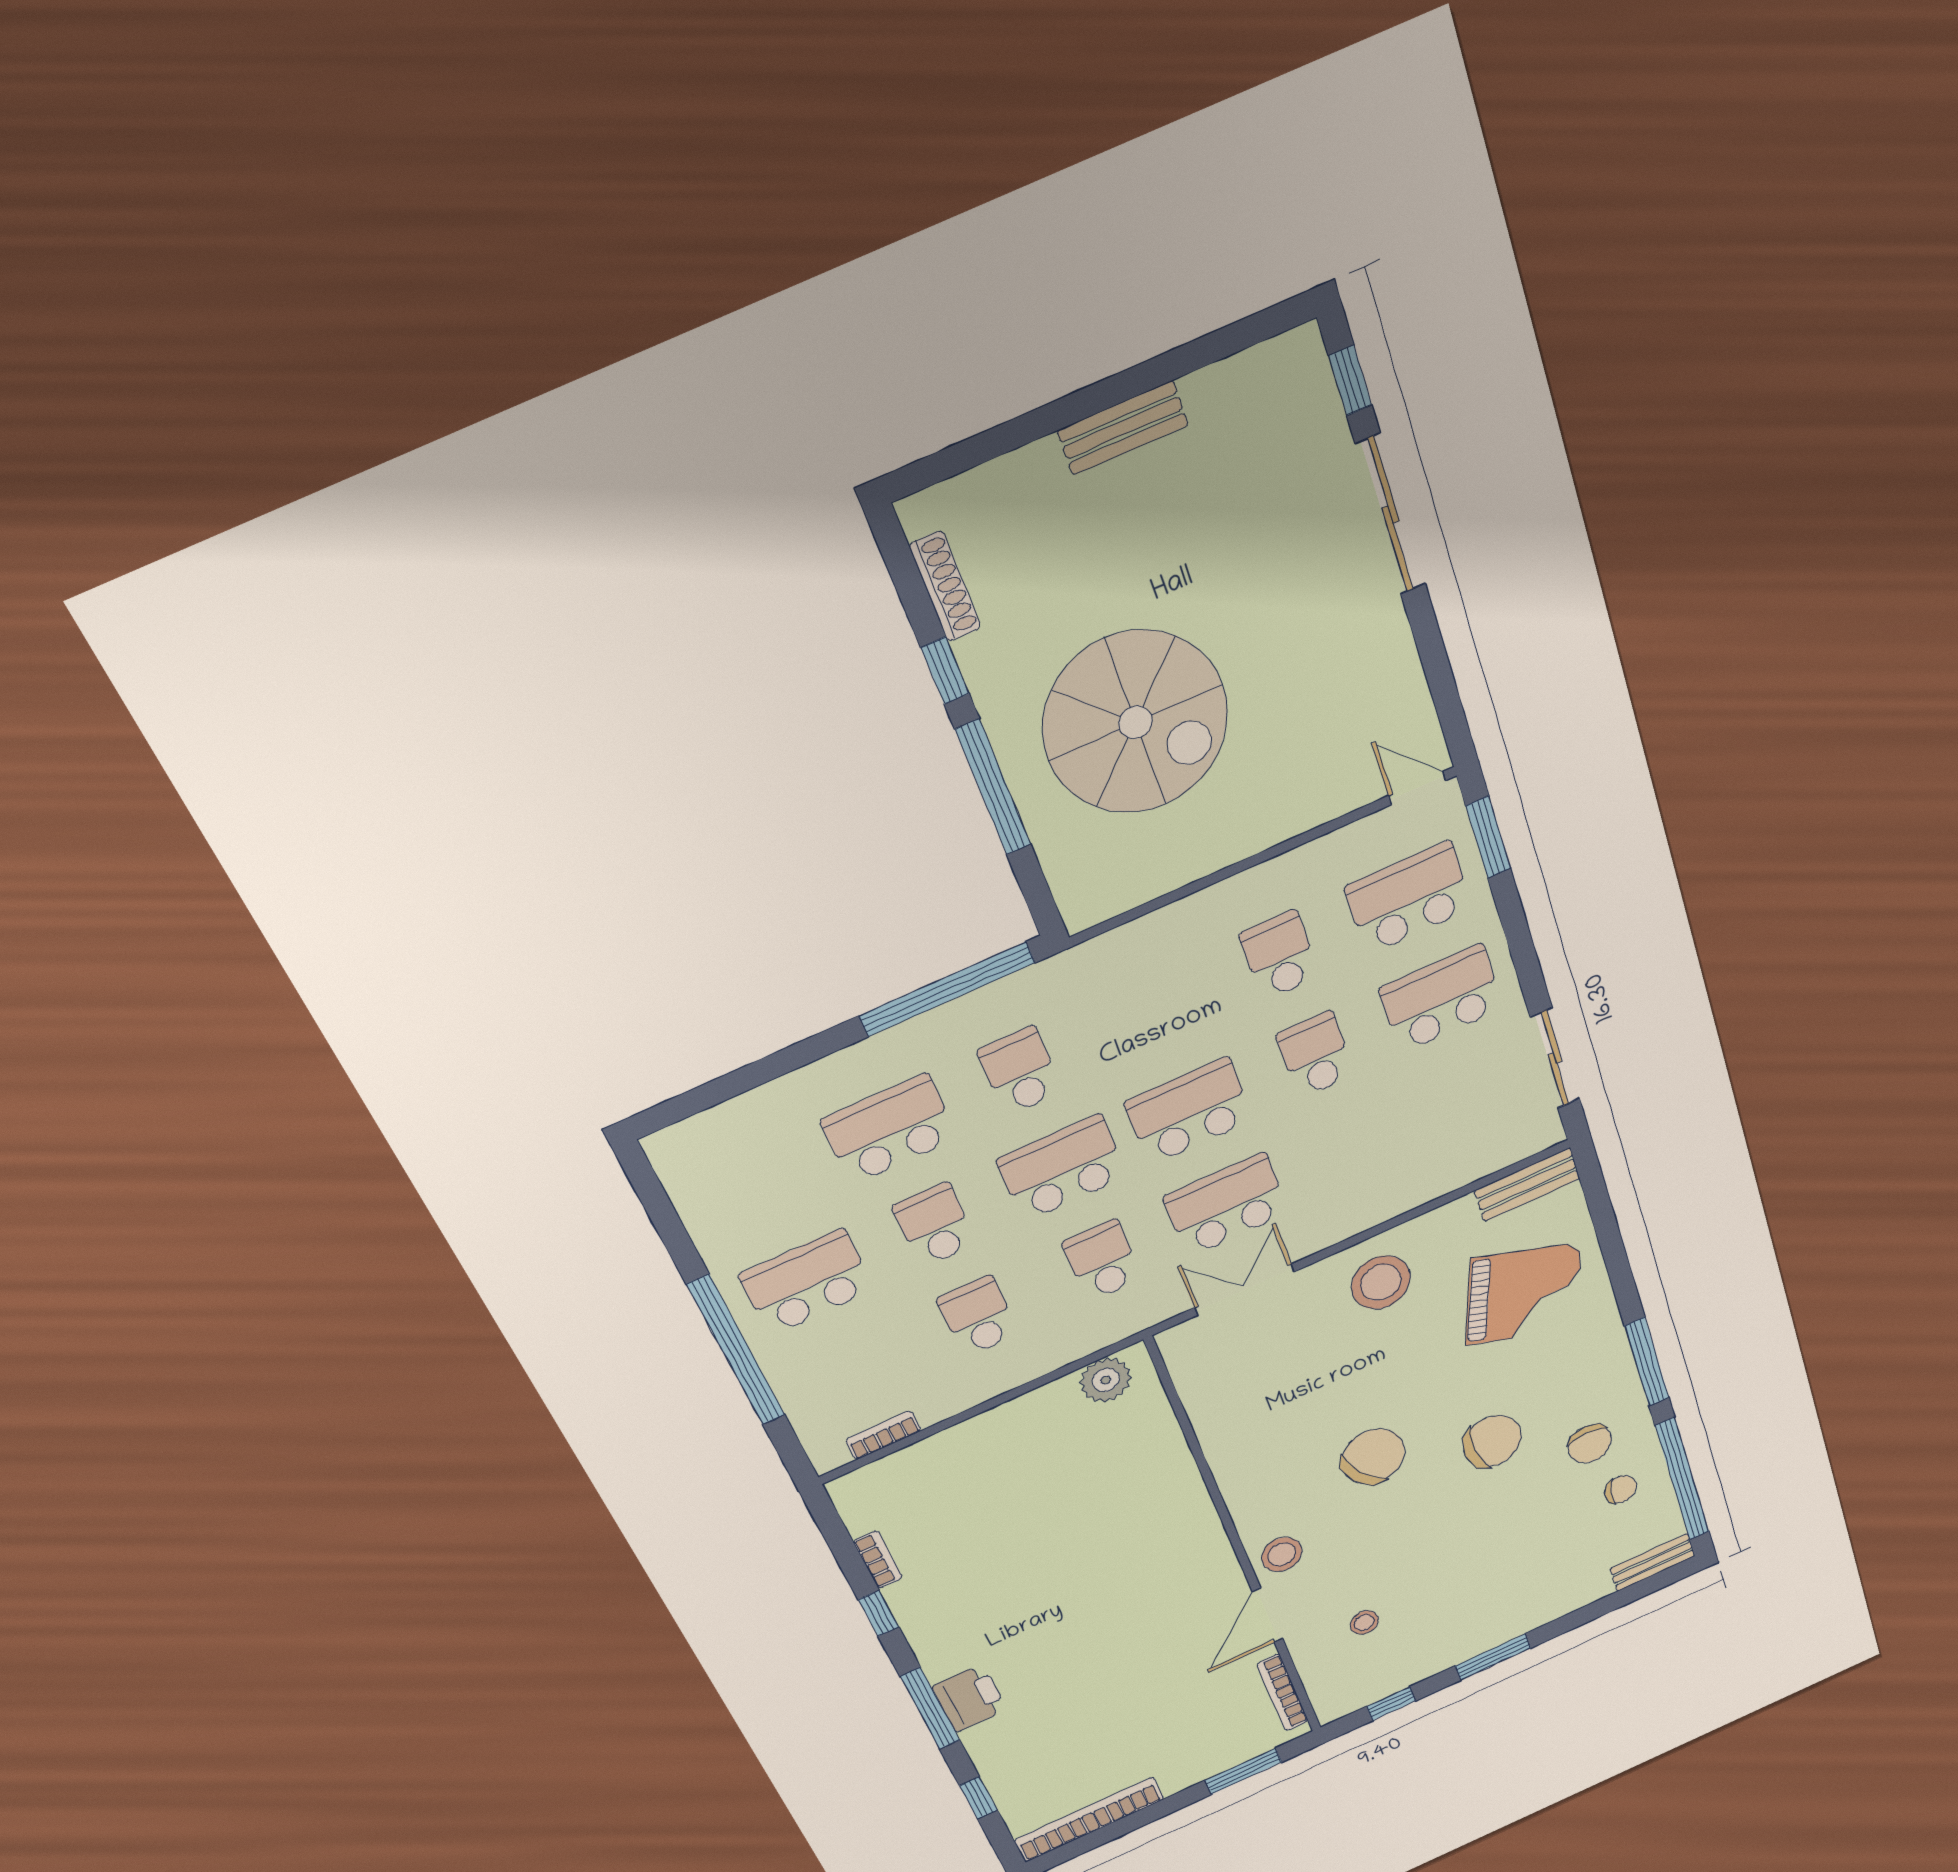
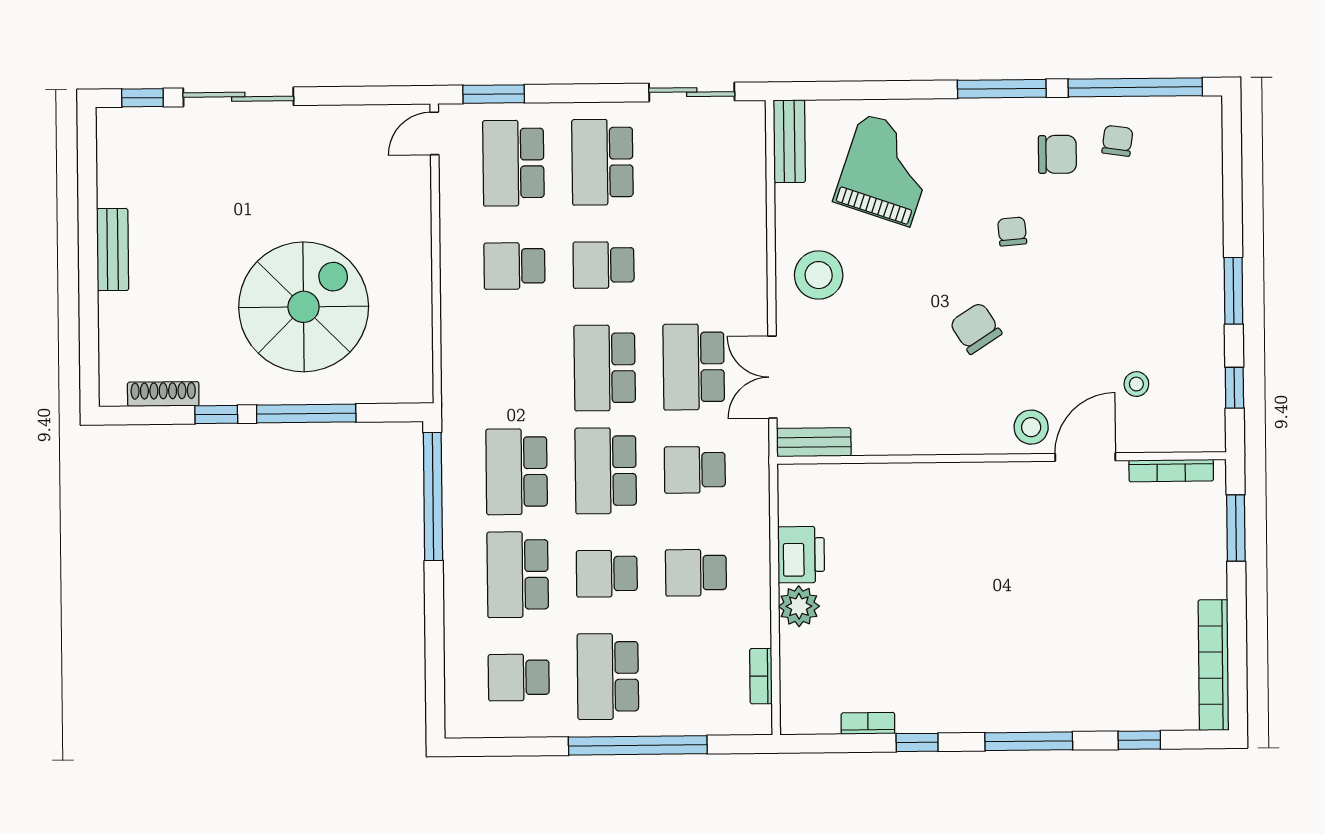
school desk: (1020, 1071) -> (517, 472), width x1.85
school desk: (758, 1188) -> (519, 677), added
plant: (1106, 1380) -> (799, 606), moved
chair: (1492, 1441) -> (1012, 231), width x0.54, depth x0.54
chair: (1373, 1456) -> (976, 328), width x0.73, depth x0.73
bench: (1653, 1562) -> (814, 442), moved, turned 90
door: (1268, 1615) -> (1085, 457), swing flipped
printer: (969, 1698) -> (801, 555), moved, turned 90

